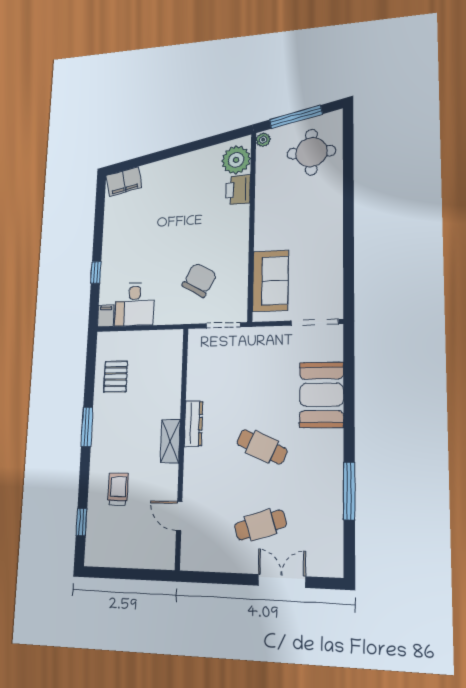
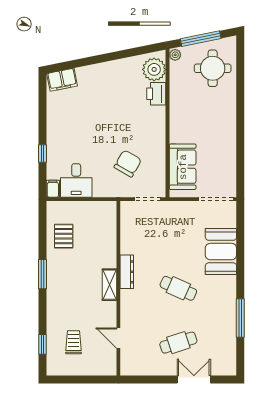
trolley: (118, 489) -> (74, 342), moved

